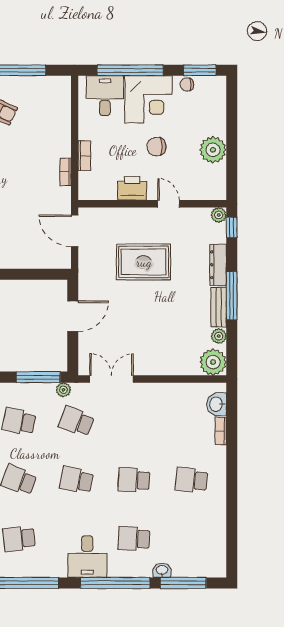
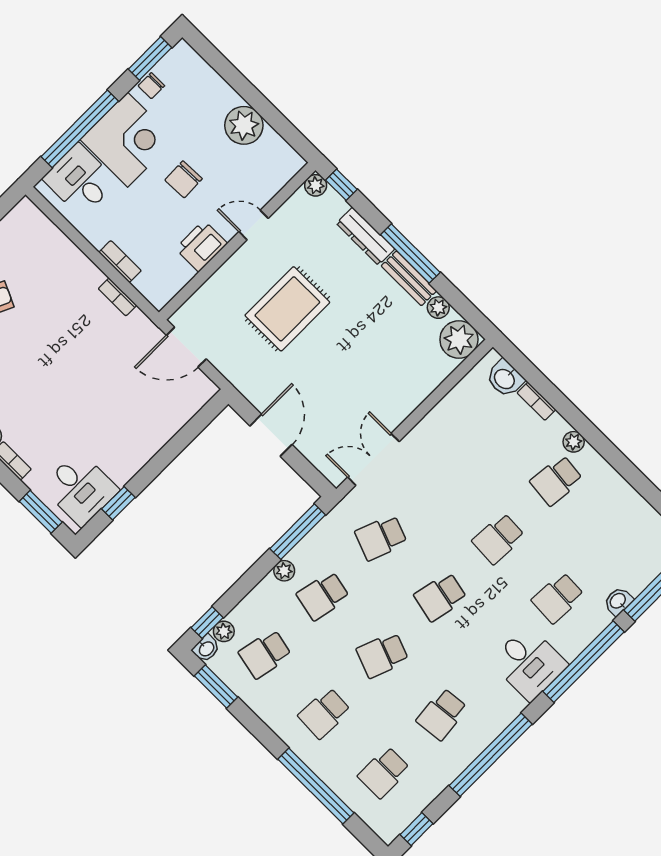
plant: (63, 390) -> (284, 571), moved
plant: (219, 469) -> (574, 442), added

